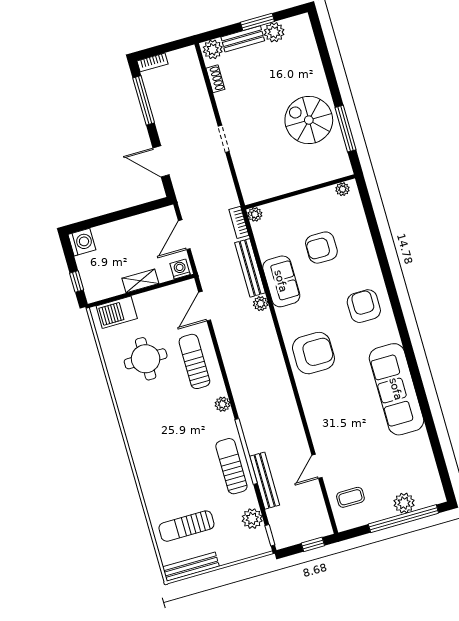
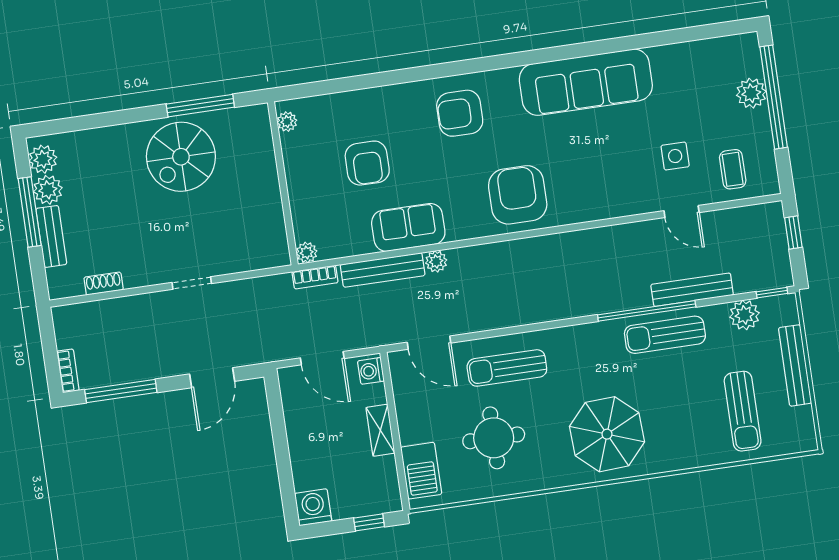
window: (257, 22) -> (30, 212), width x1.44
plant: (213, 49) -> (43, 159), moved
plant: (222, 404) -> (574, 336), removed
parasol: (158, 436) -> (607, 434), added
side table: (354, 457) -> (675, 156), added
bench: (191, 567) -> (795, 365), moved

